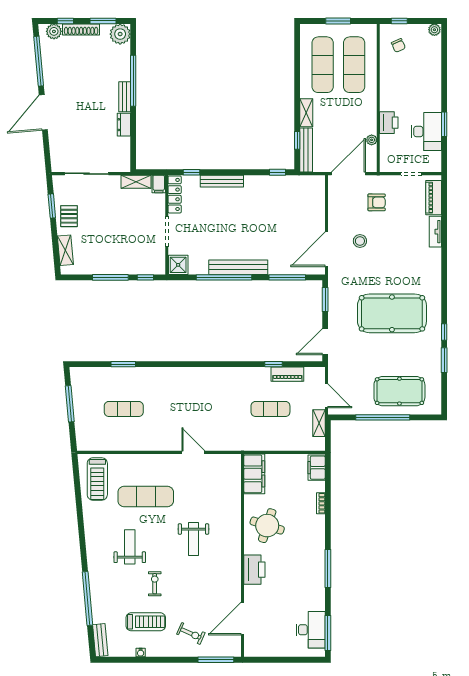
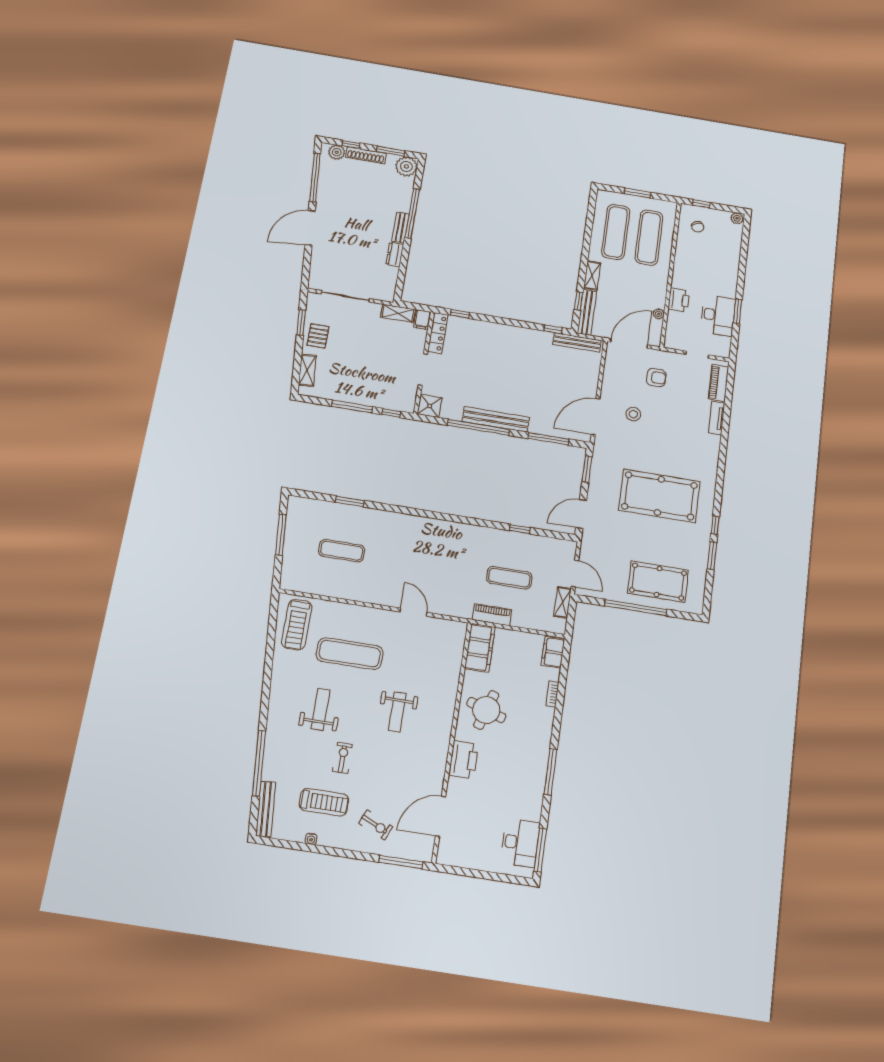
bench: (222, 181) -> (577, 342), moved
piano: (287, 374) -> (492, 615), moved, turned 180
bench: (100, 640) -> (266, 809), width x1.36

